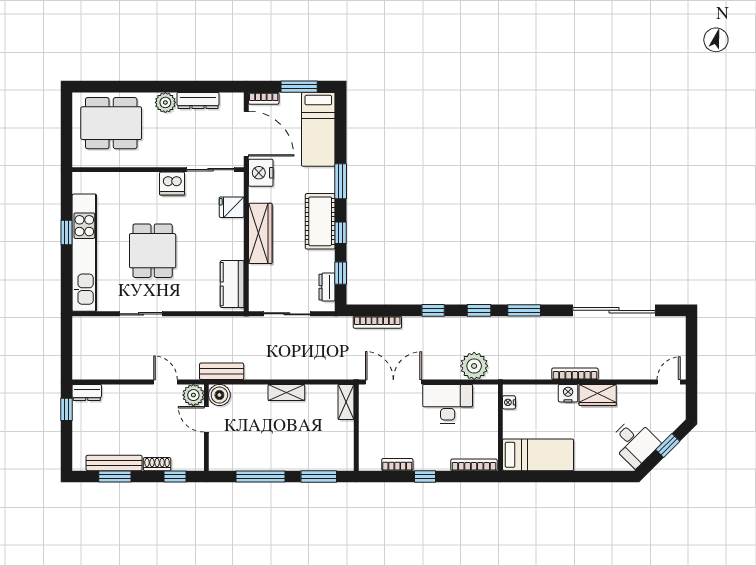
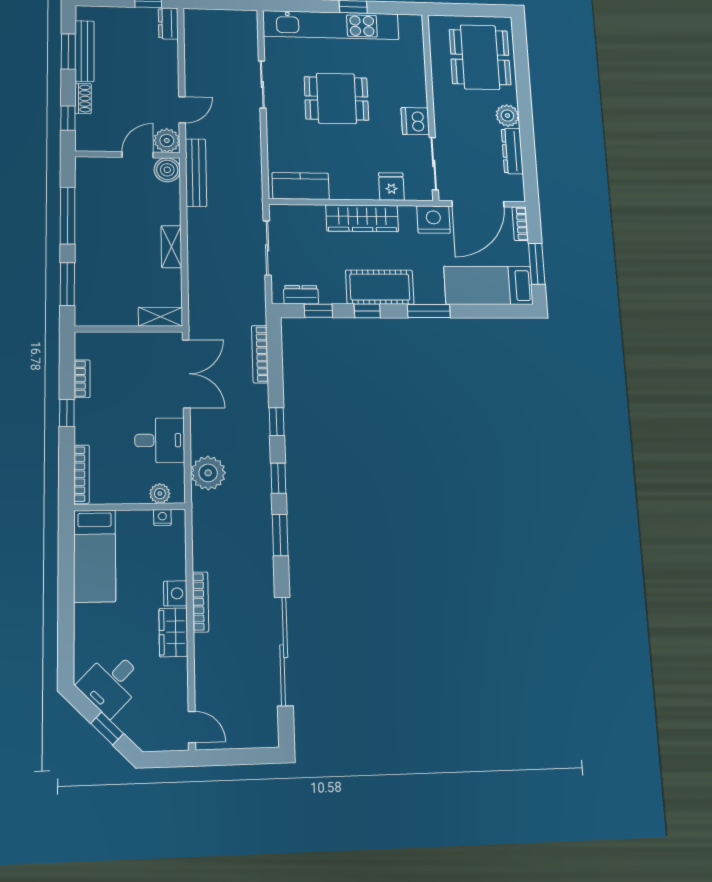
bench: (222, 371) -> (196, 173), width x1.36
desk: (448, 404) -> (160, 440), width x0.73
plant: (490, 404) -> (160, 494), added

